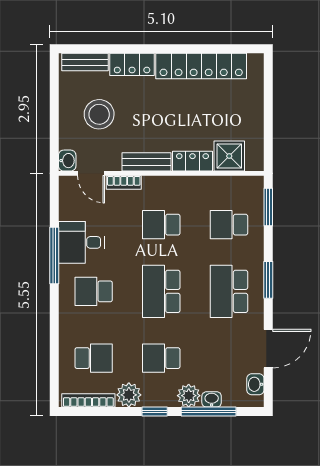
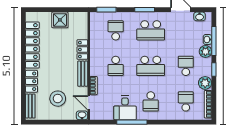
shower: (229, 156) -> (60, 20), moved
door: (91, 173) -> (89, 103), swing flipped
school desk: (229, 225) -> (116, 30), turned 180
school desk: (161, 358) -> (186, 66), turned 180

